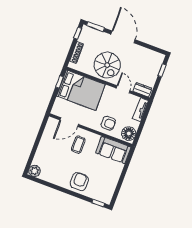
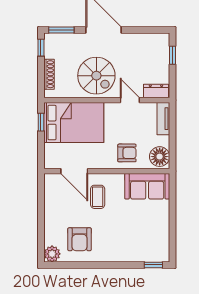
door: (69, 122) -> (74, 171), hinge flipped
armchair: (79, 182) -> (80, 239), moved, turned 180

